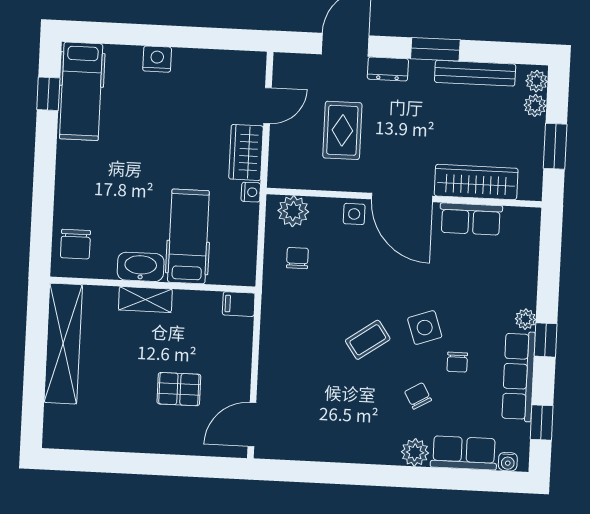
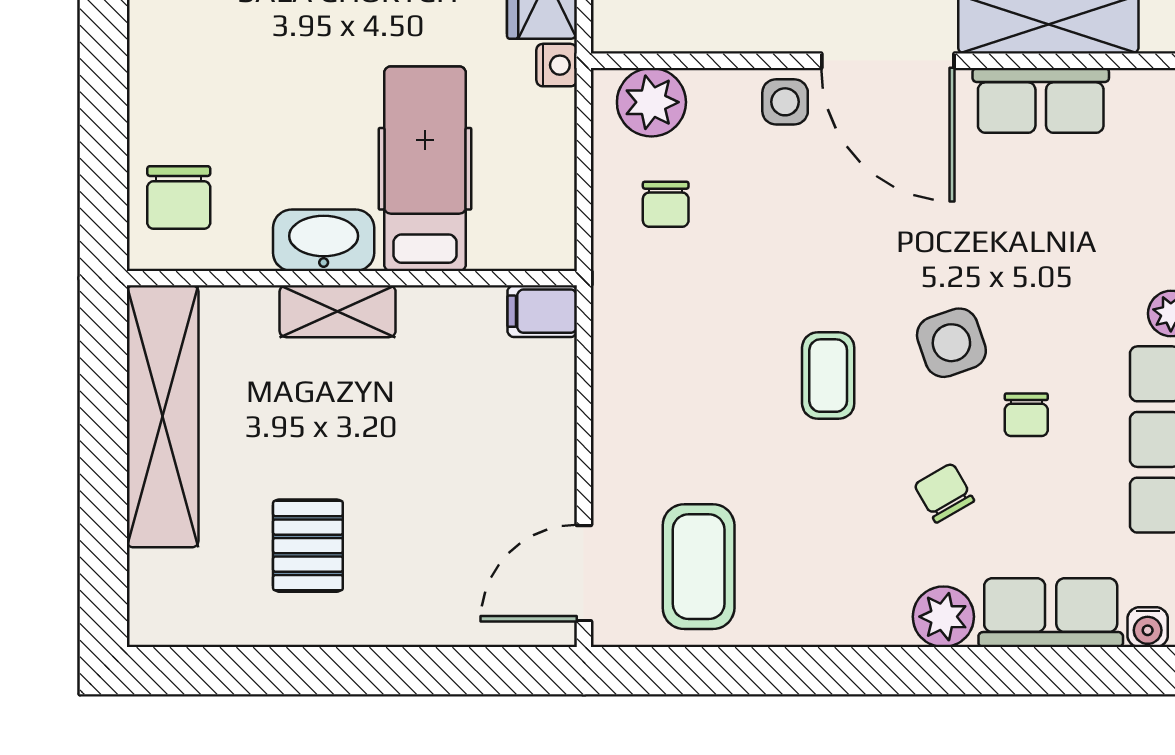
chair: (297, 258) -> (666, 204), turned 180
coffee table: (368, 340) -> (828, 376), turned -55
pallet: (179, 389) -> (308, 546), moved, turned 90
coffee table: (304, 424) -> (699, 567), added

